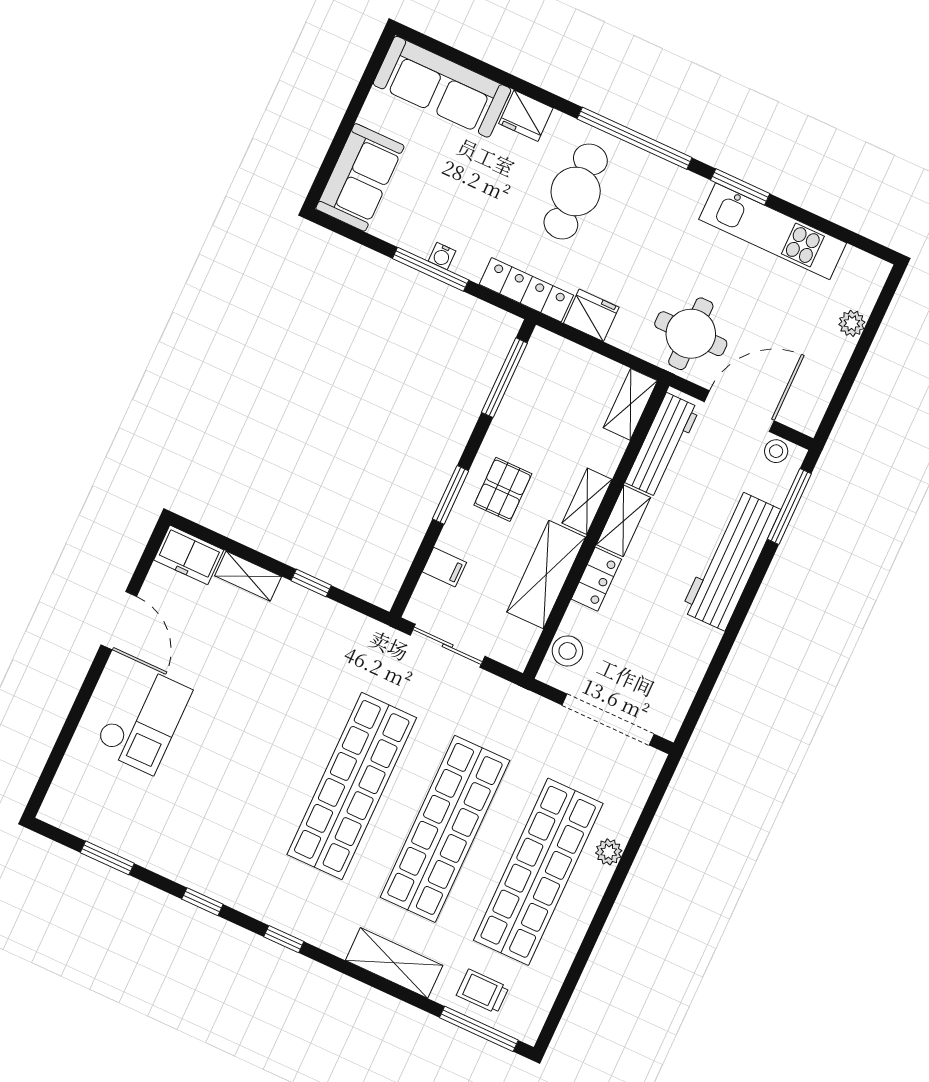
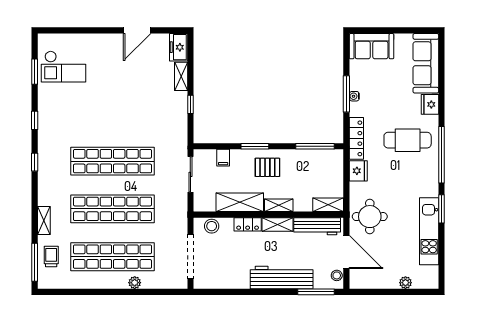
checkout: (143, 719) -> (64, 67), moved
shelving: (394, 963) -> (44, 220), width x0.67, depth x0.75

